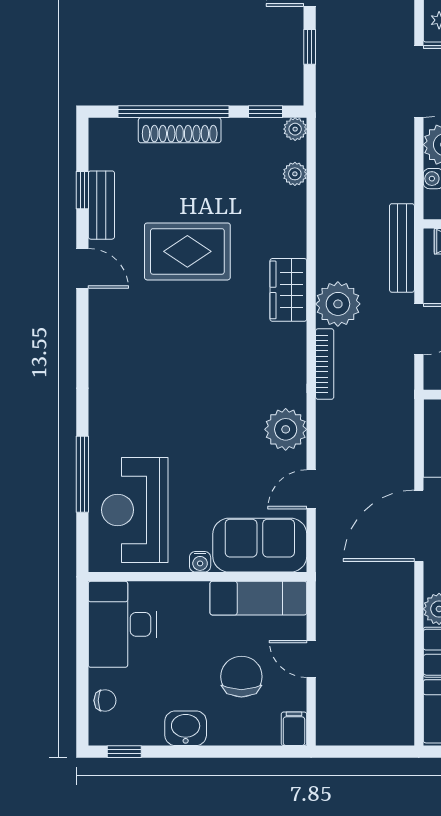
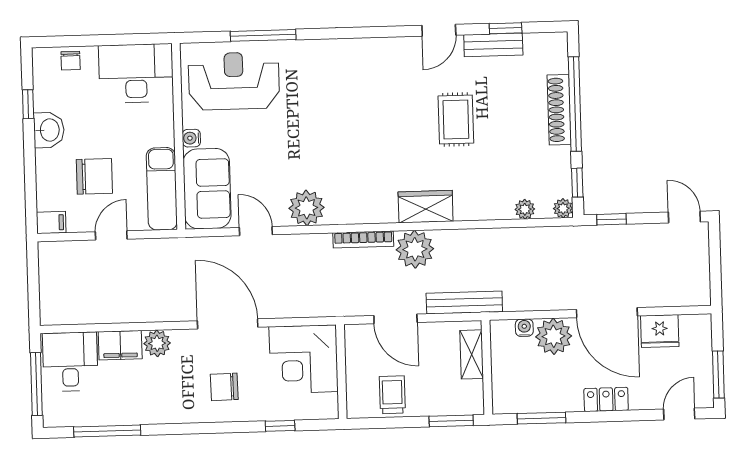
window: (310, 47) -> (611, 219), moved
rug: (187, 251) -> (456, 119), width x0.73, depth x0.70
window: (124, 752) -> (28, 104), moved

